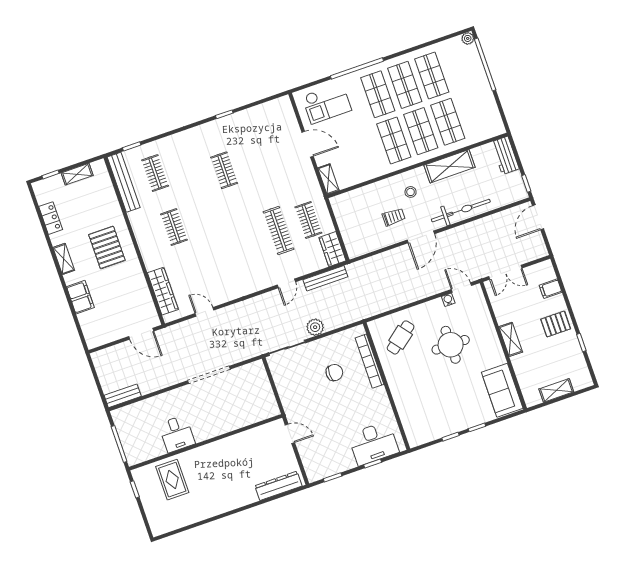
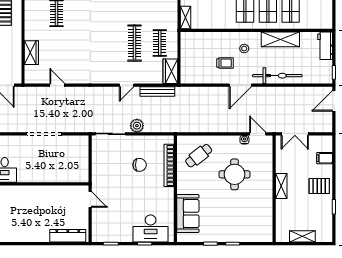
wardrobe: (163, 291) -> (31, 53), width x0.67
sofa: (502, 390) -> (188, 214), moved, turned 180

